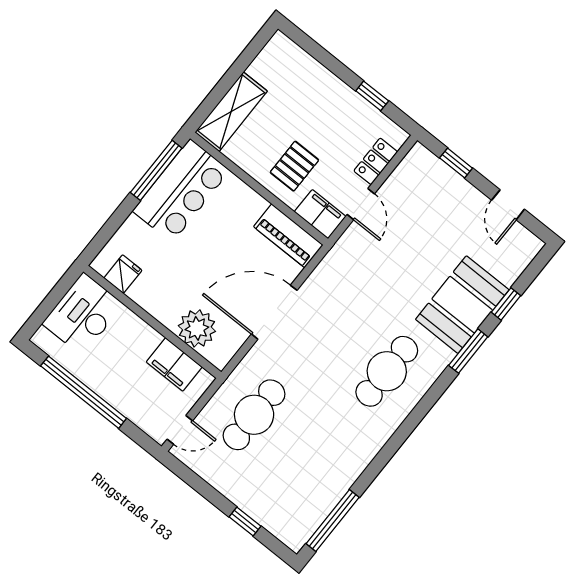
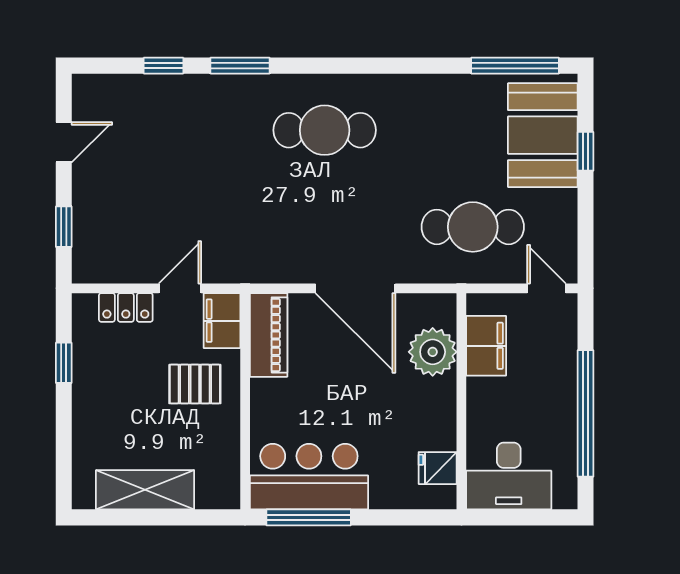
shelving: (231, 112) -> (145, 490), moved
booth: (462, 305) -> (543, 135), moved, turned 90

